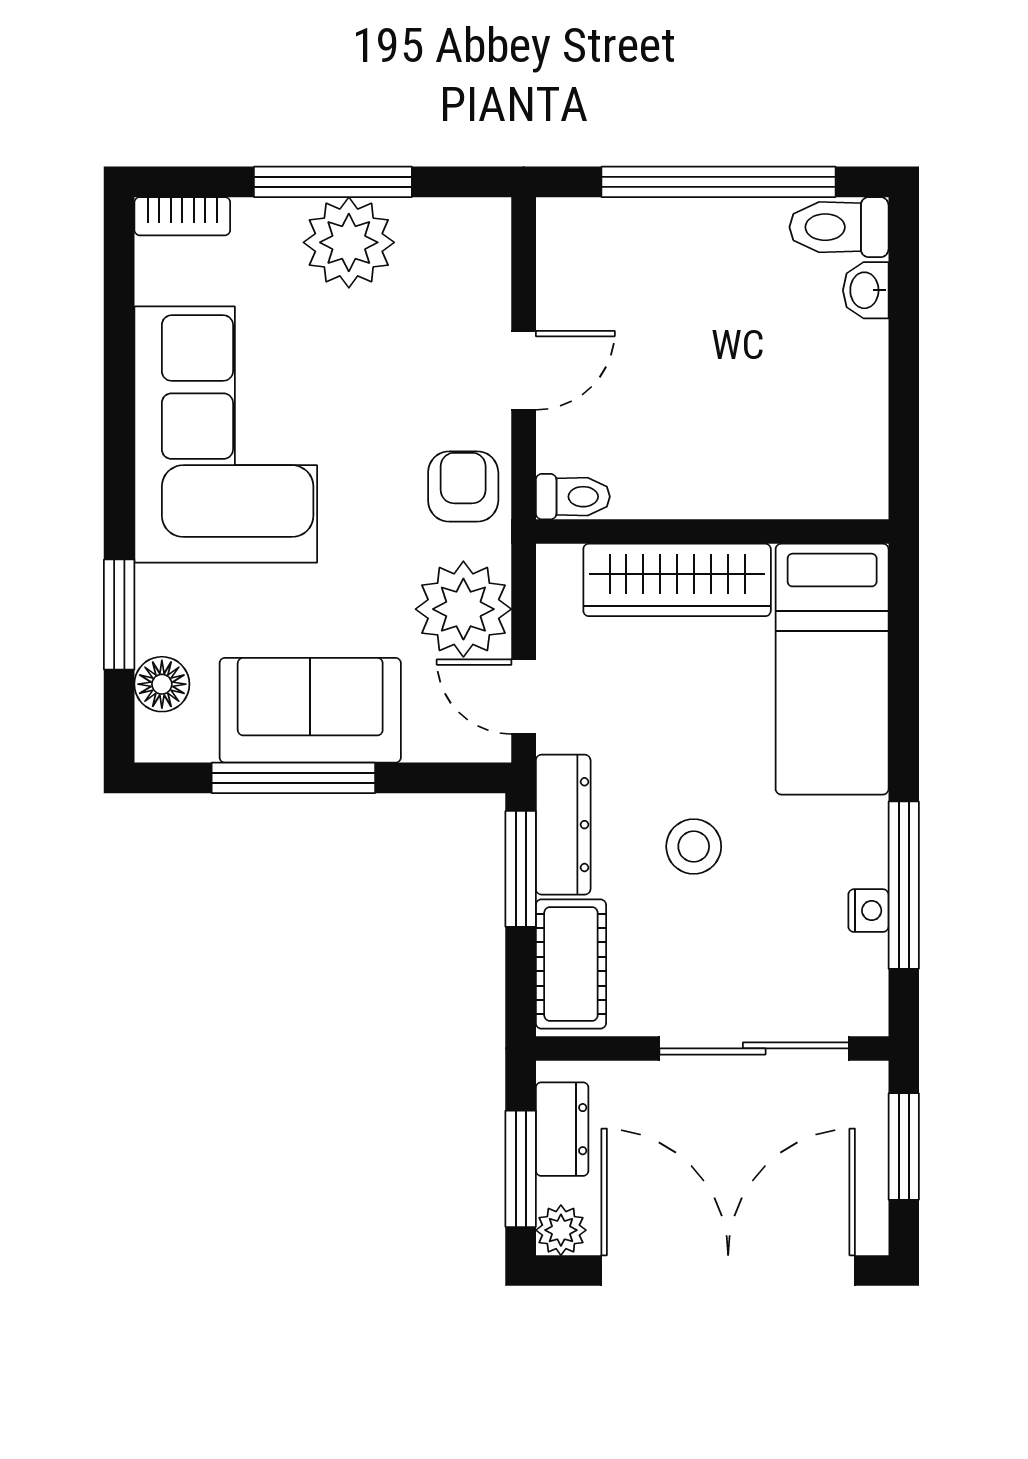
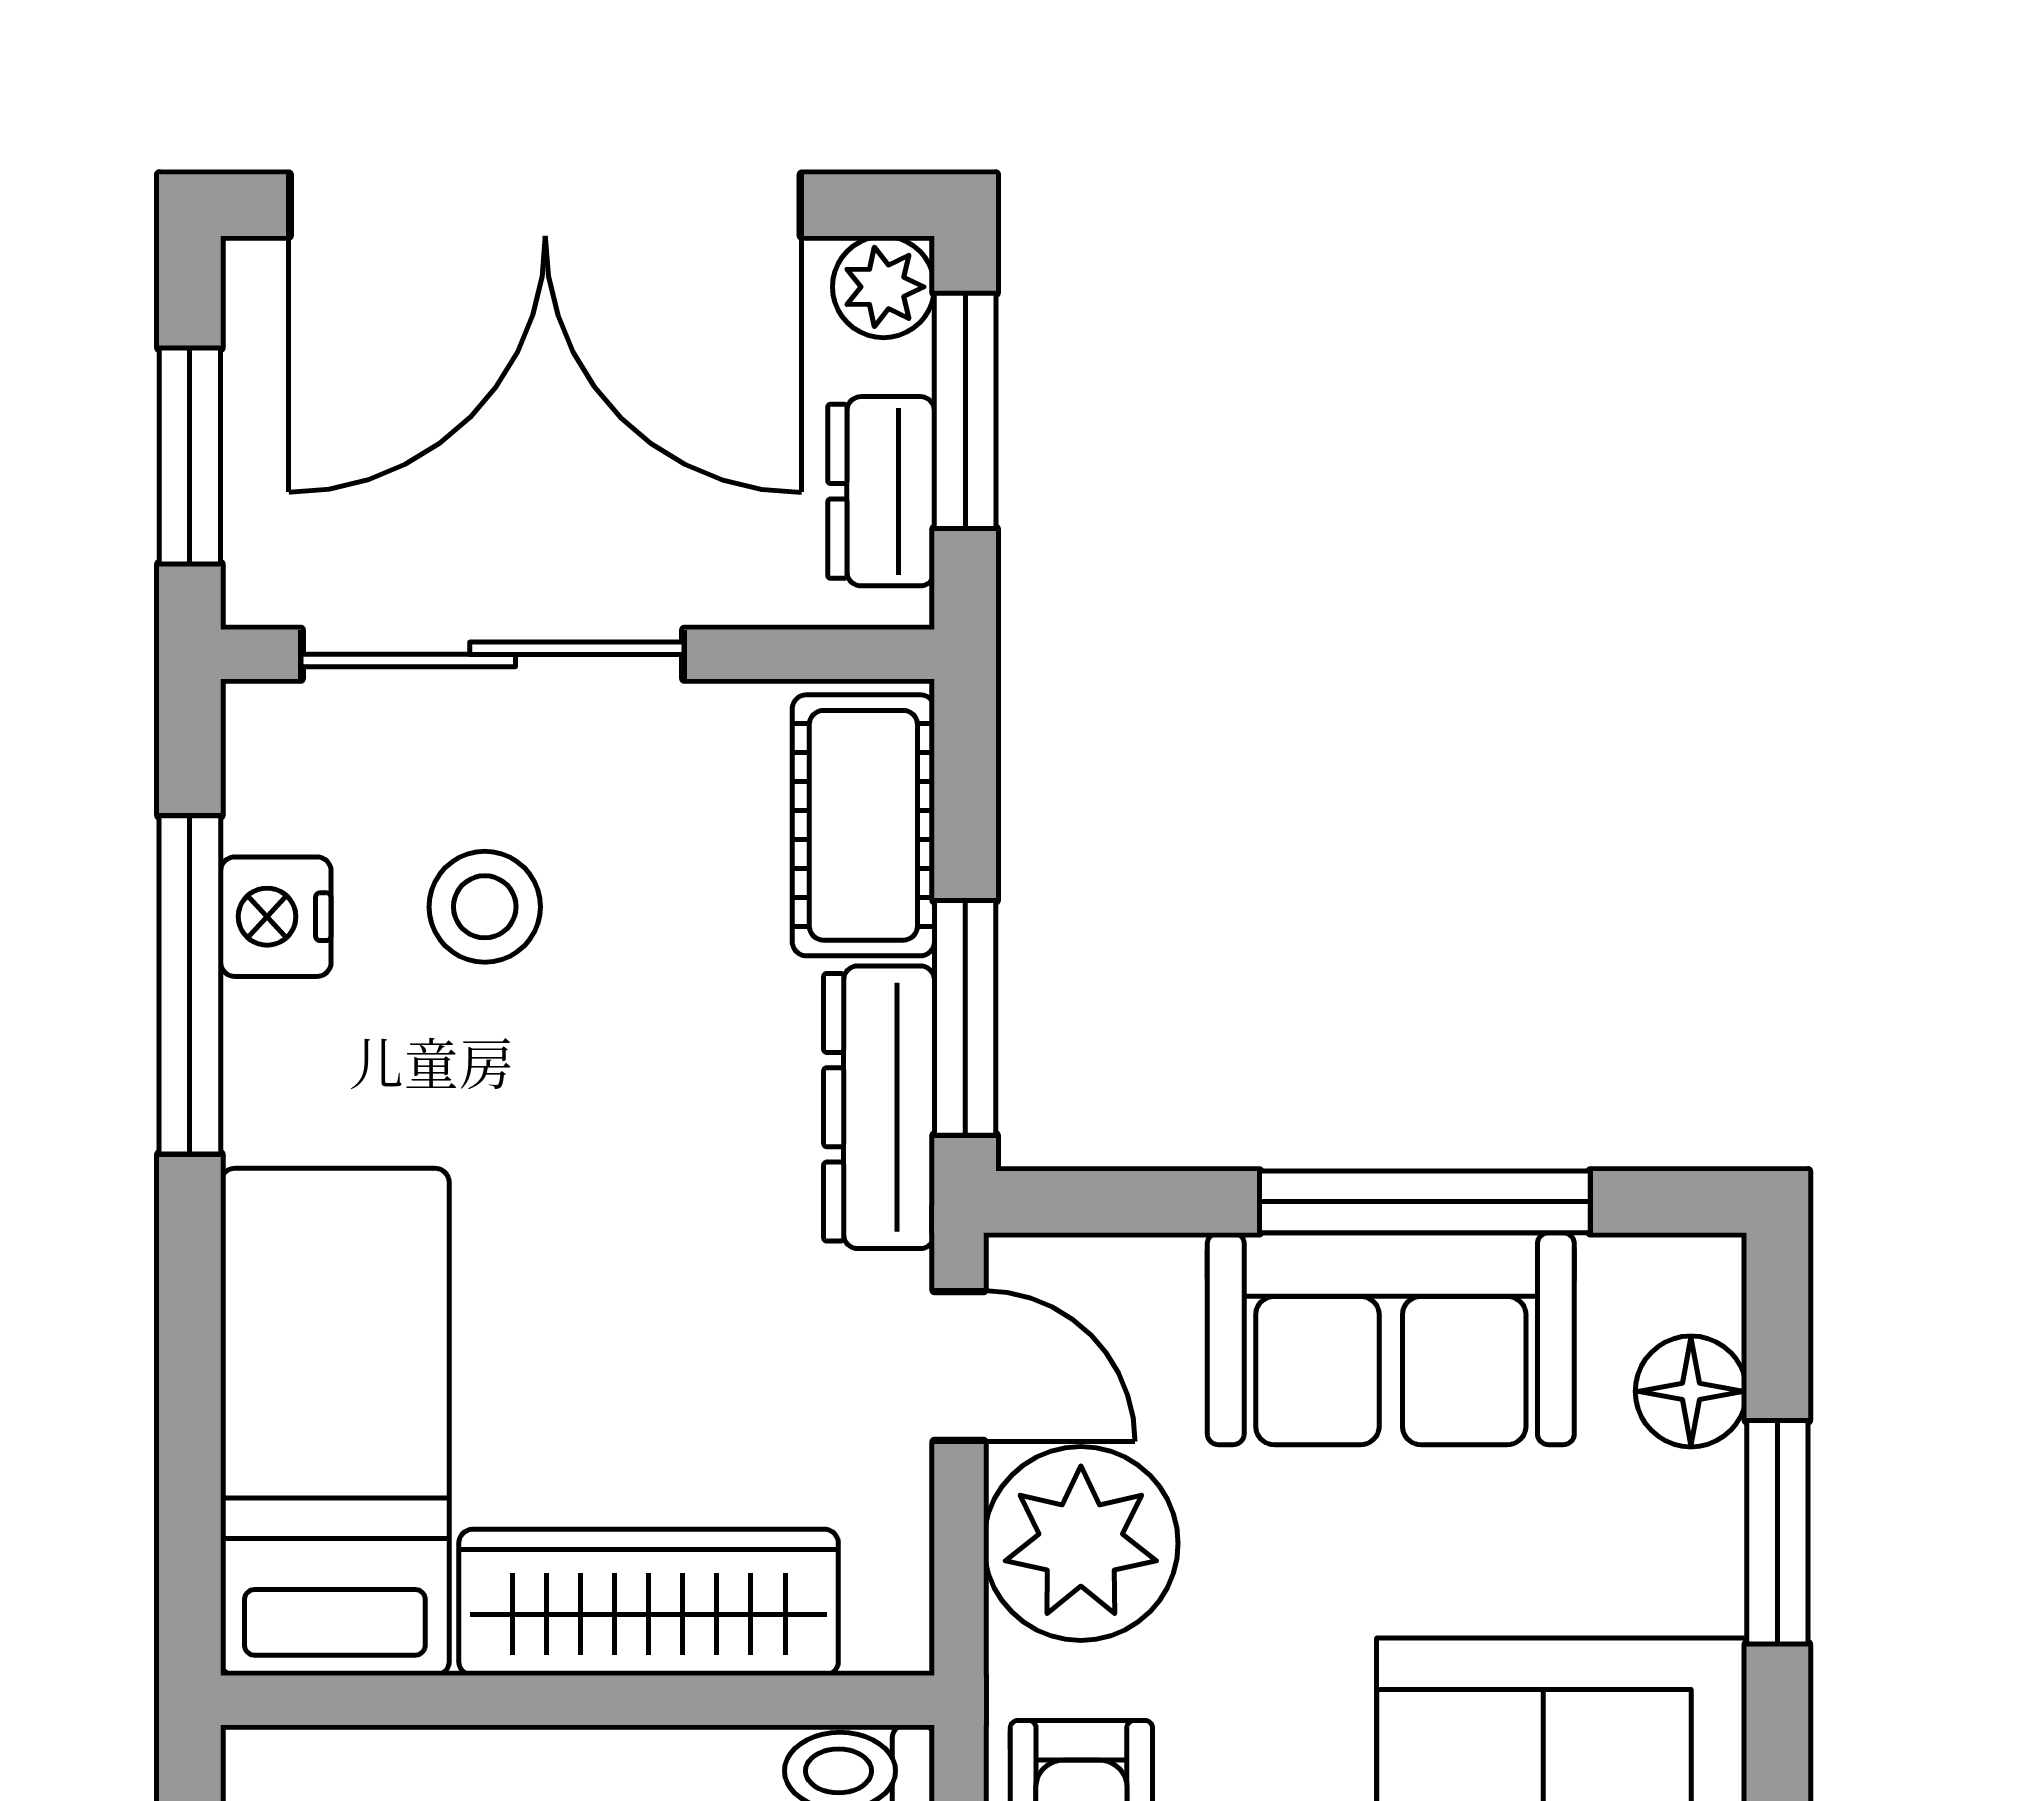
stool: (694, 846) -> (485, 907), moved
nightstand: (868, 911) -> (276, 917), width x1.39, depth x1.35

